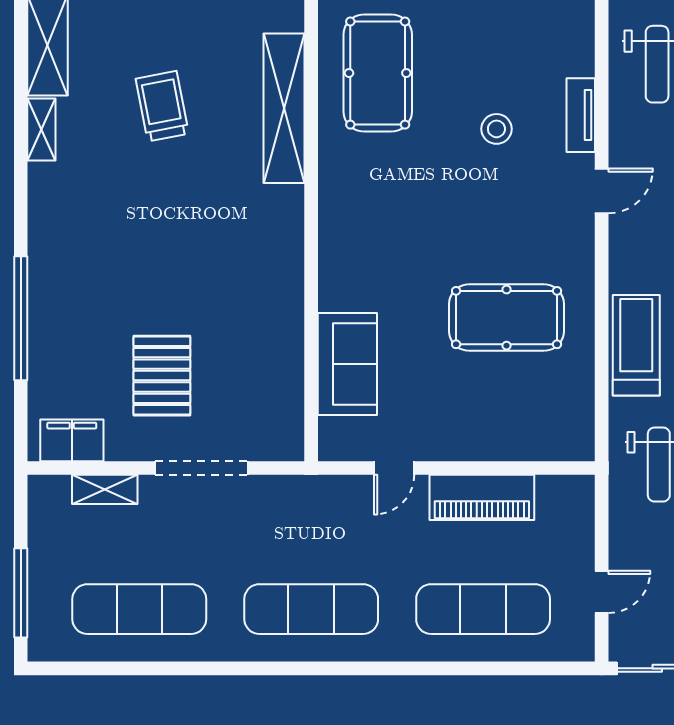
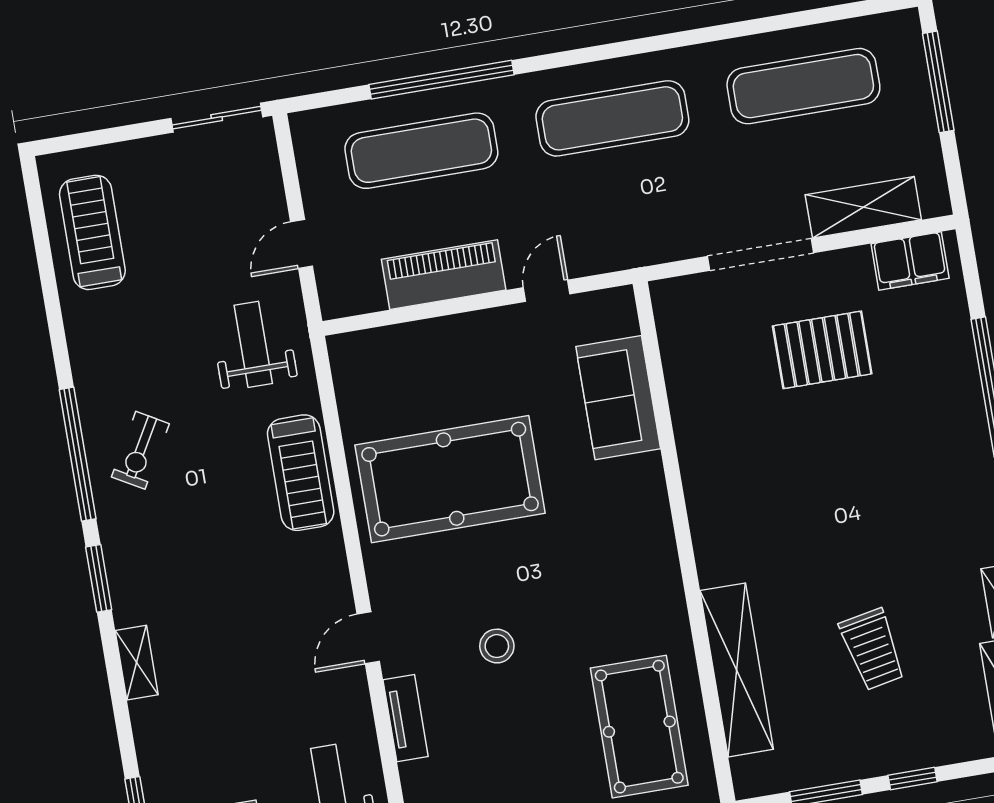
stool: (496, 129) -> (497, 646), moved
pool table: (507, 318) -> (450, 479), width x1.36, depth x1.32
pallet: (162, 376) -> (822, 350), turned 90
shelving: (105, 489) -> (863, 207), width x1.50, depth x1.33
door: (602, 592) -> (302, 244), moved
window: (455, 668) -> (441, 80), added

